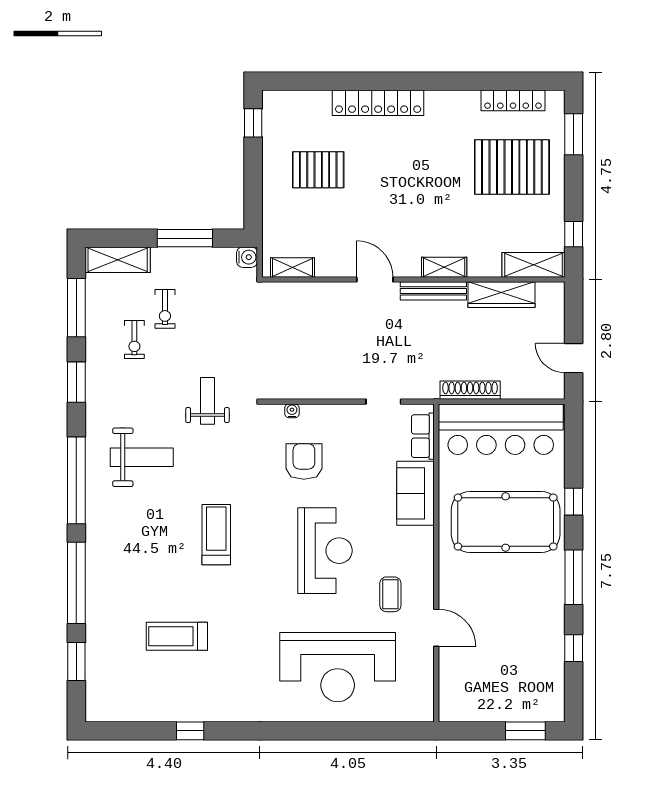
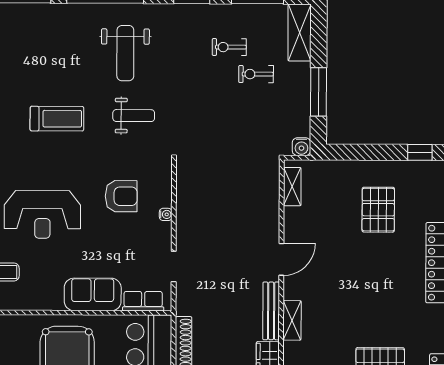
weight bench: (208, 401) -> (134, 116), moved
water cooler: (292, 411) -> (166, 214), moved

